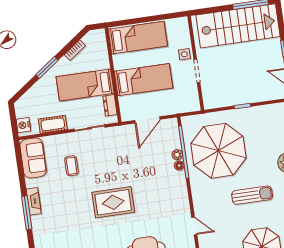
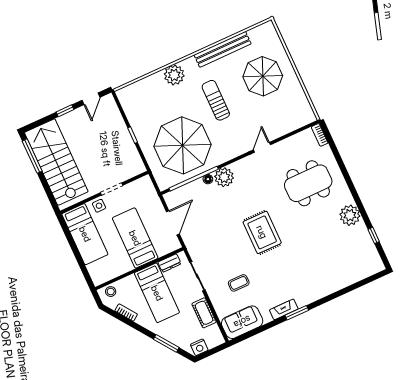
bed: (138, 38) -> (85, 234), moved, turned 180
stool: (99, 41) -> (111, 292), added
window: (47, 68) -> (166, 343), moved
door: (147, 120) -> (173, 223), hinge flipped
nightstand: (23, 125) -> (199, 347), moved
plant: (177, 155) -> (224, 177), moved, width x1.88, depth x1.88
window: (27, 213) -> (297, 313), width x0.69

